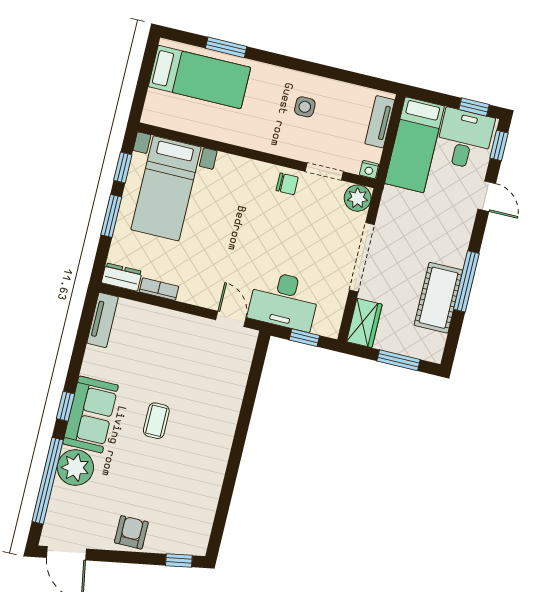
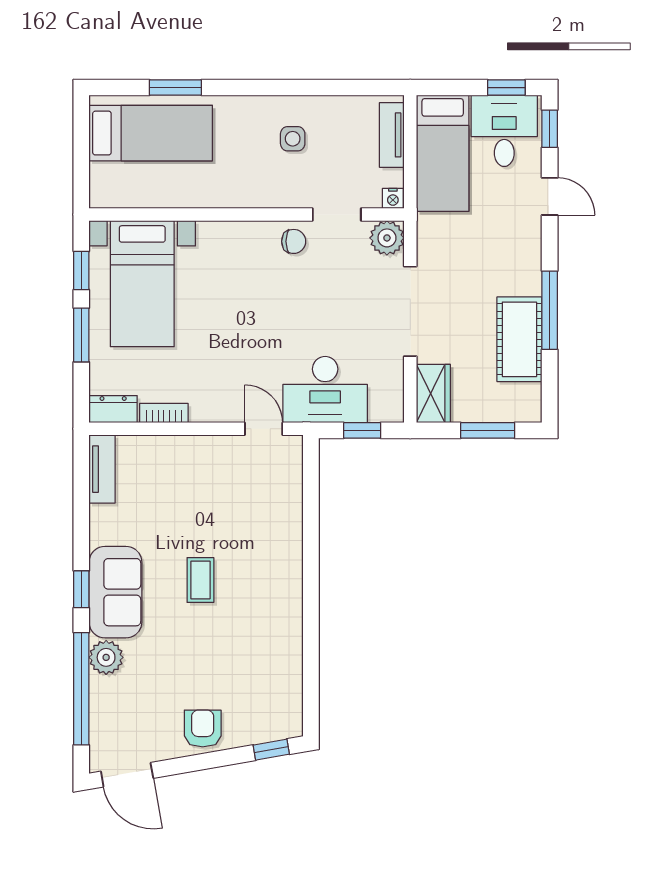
plant: (75, 467) -> (106, 657), width x0.73, depth x0.73

